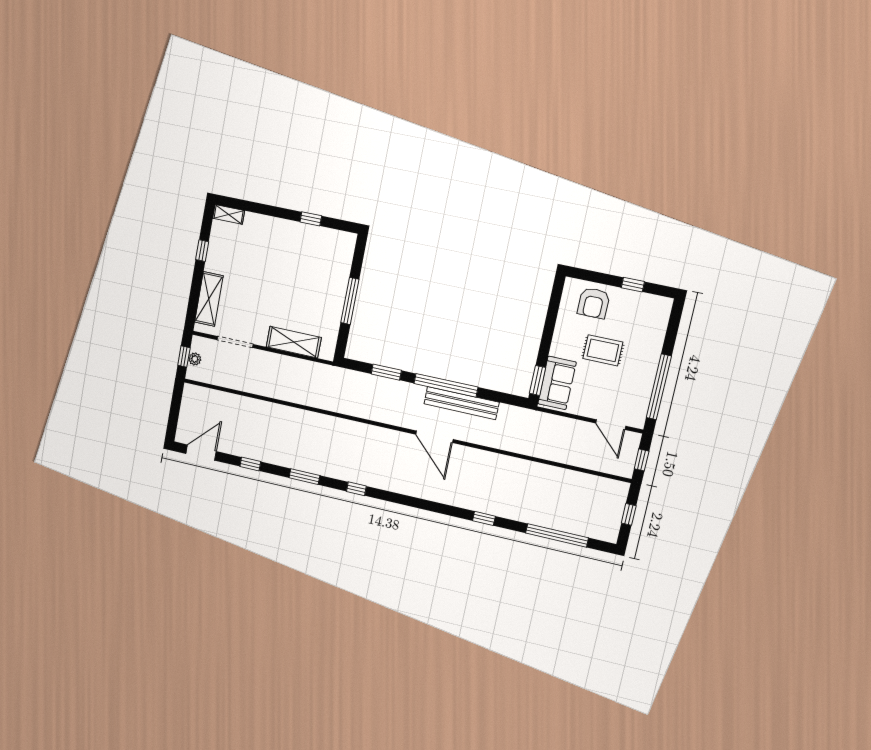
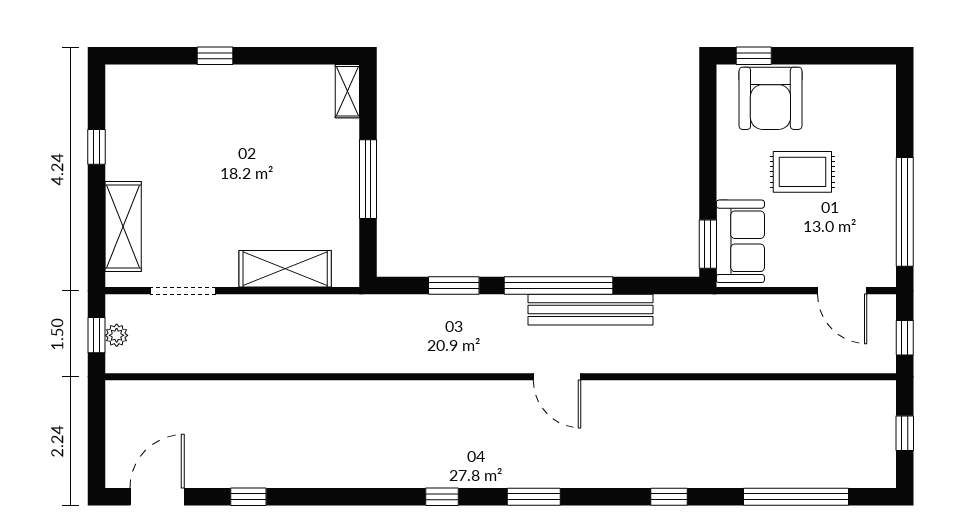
shelving: (229, 214) -> (347, 91), moved, turned 90
window: (311, 219) -> (215, 56), moved
window: (633, 285) -> (754, 56), moved
armchair: (594, 303) -> (770, 98), width x1.36, depth x1.36
door: (434, 437) -> (557, 377), width x0.73
window: (304, 477) -> (534, 497), moved

